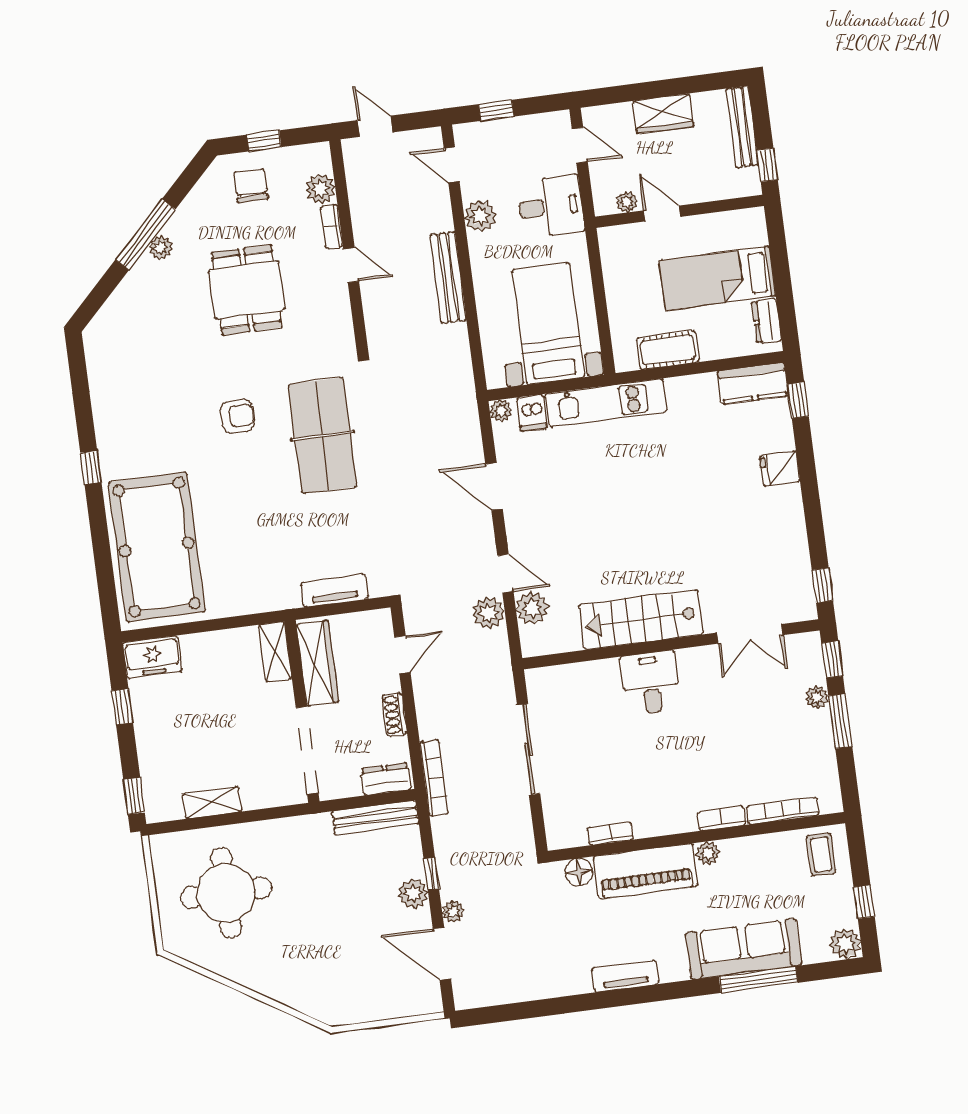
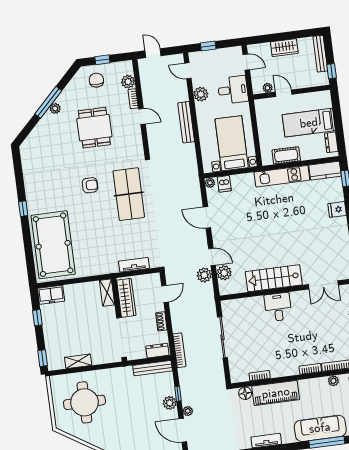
kitchen unit: (606, 403) -> (282, 176), moved
plant: (708, 853) -> (333, 381), moved

